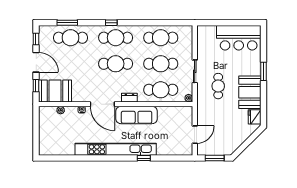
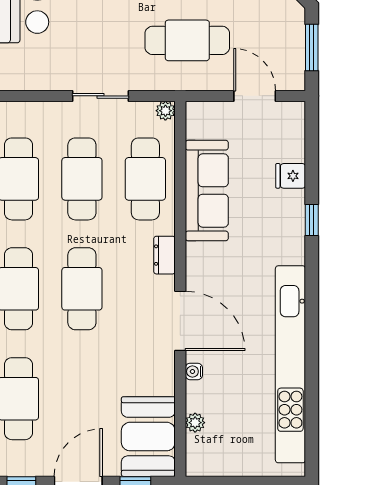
cafe table: (218, 86) -> (187, 40), moved, width x1.37, depth x1.35
door: (102, 104) -> (180, 321), hinge flipped
sofa: (137, 115) -> (207, 191), moved
kitchen unit: (116, 149) -> (290, 364), moved
fridge: (162, 149) -> (291, 176), added

